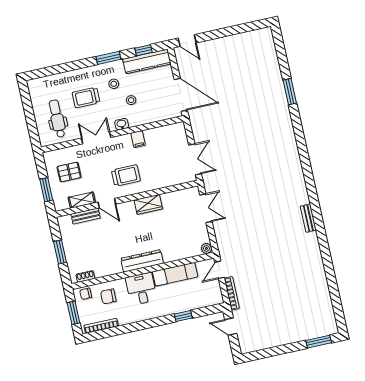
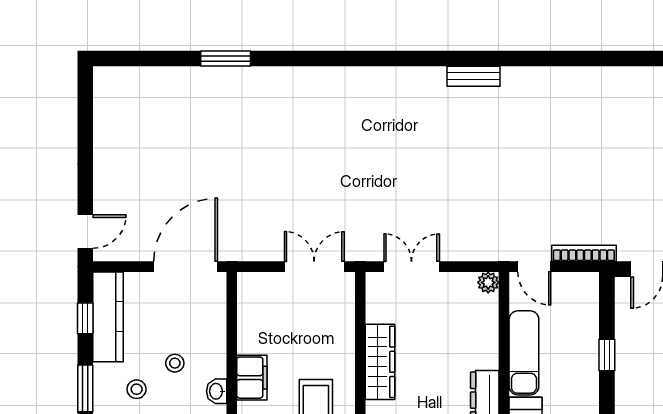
filing cabinet: (138, 139) -> (252, 378), width x2.00
wardrobe: (148, 204) -> (380, 362), width x1.50

